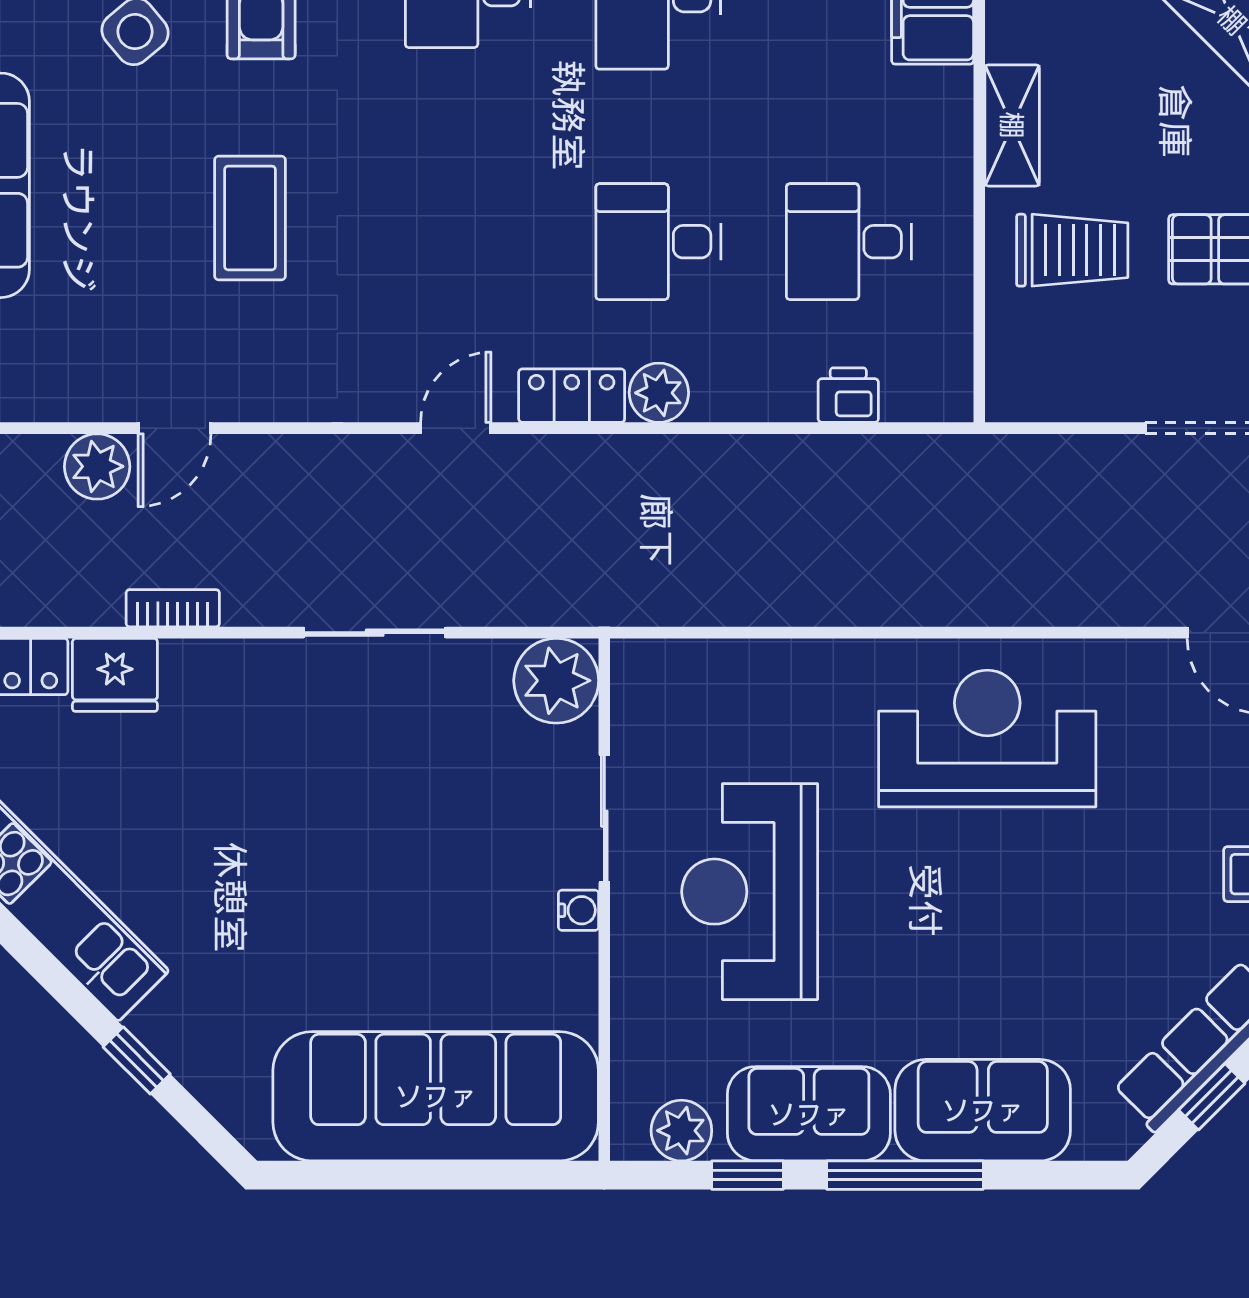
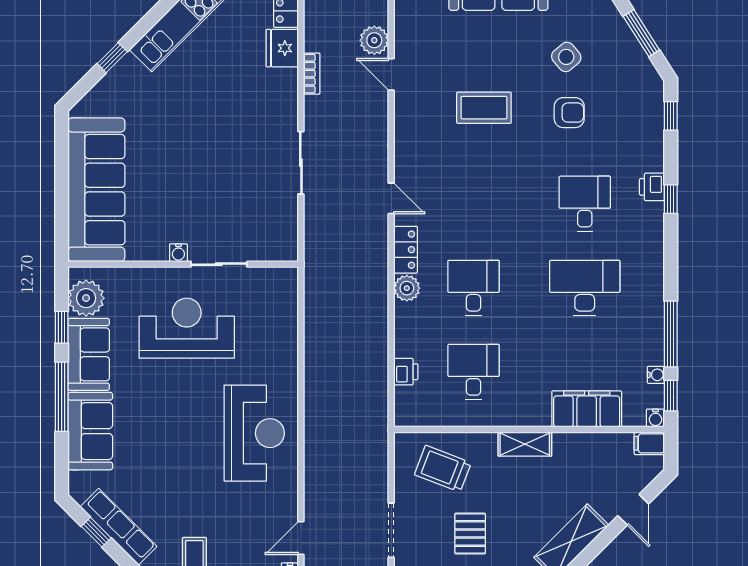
trolley: (1072, 250) -> (443, 469), moved, turned 111
plant: (556, 681) -> (280, 243), removed
plant: (681, 1131) -> (86, 298), width x1.36, depth x1.36

